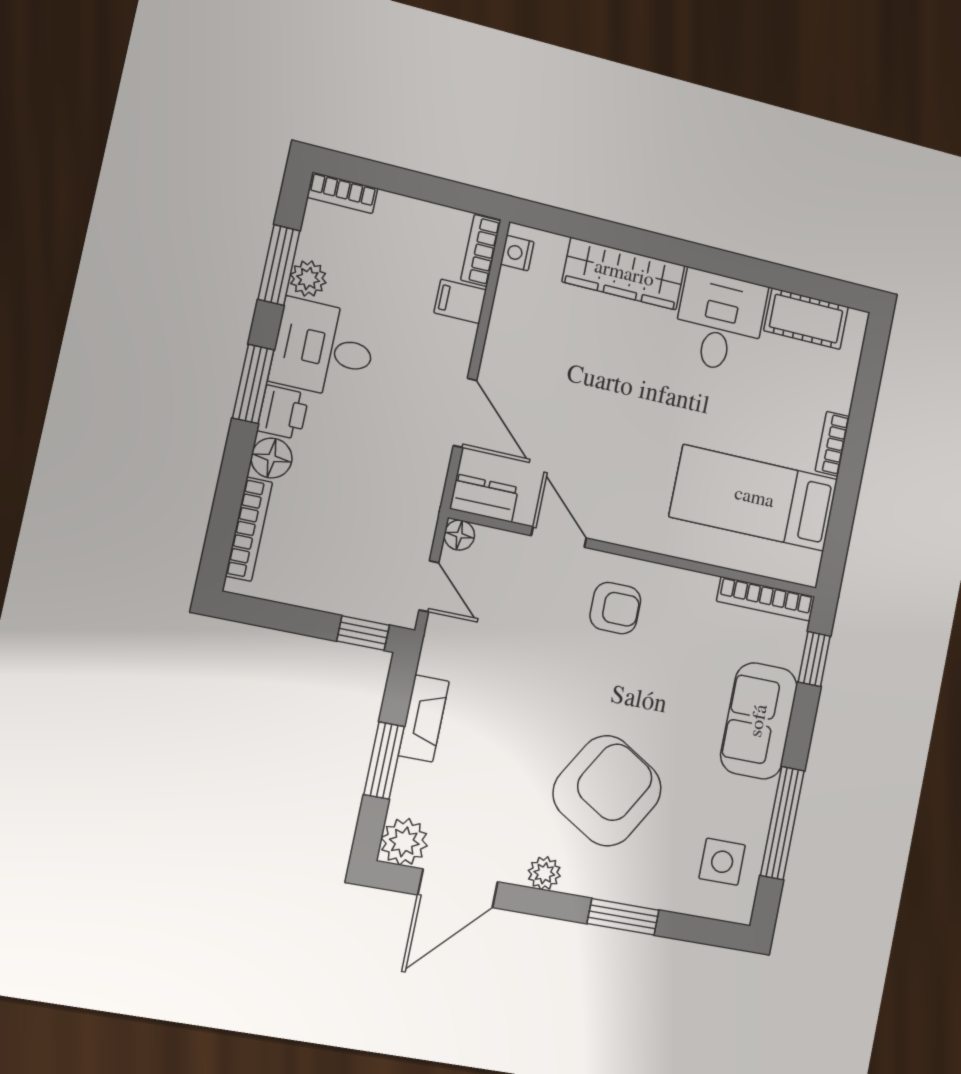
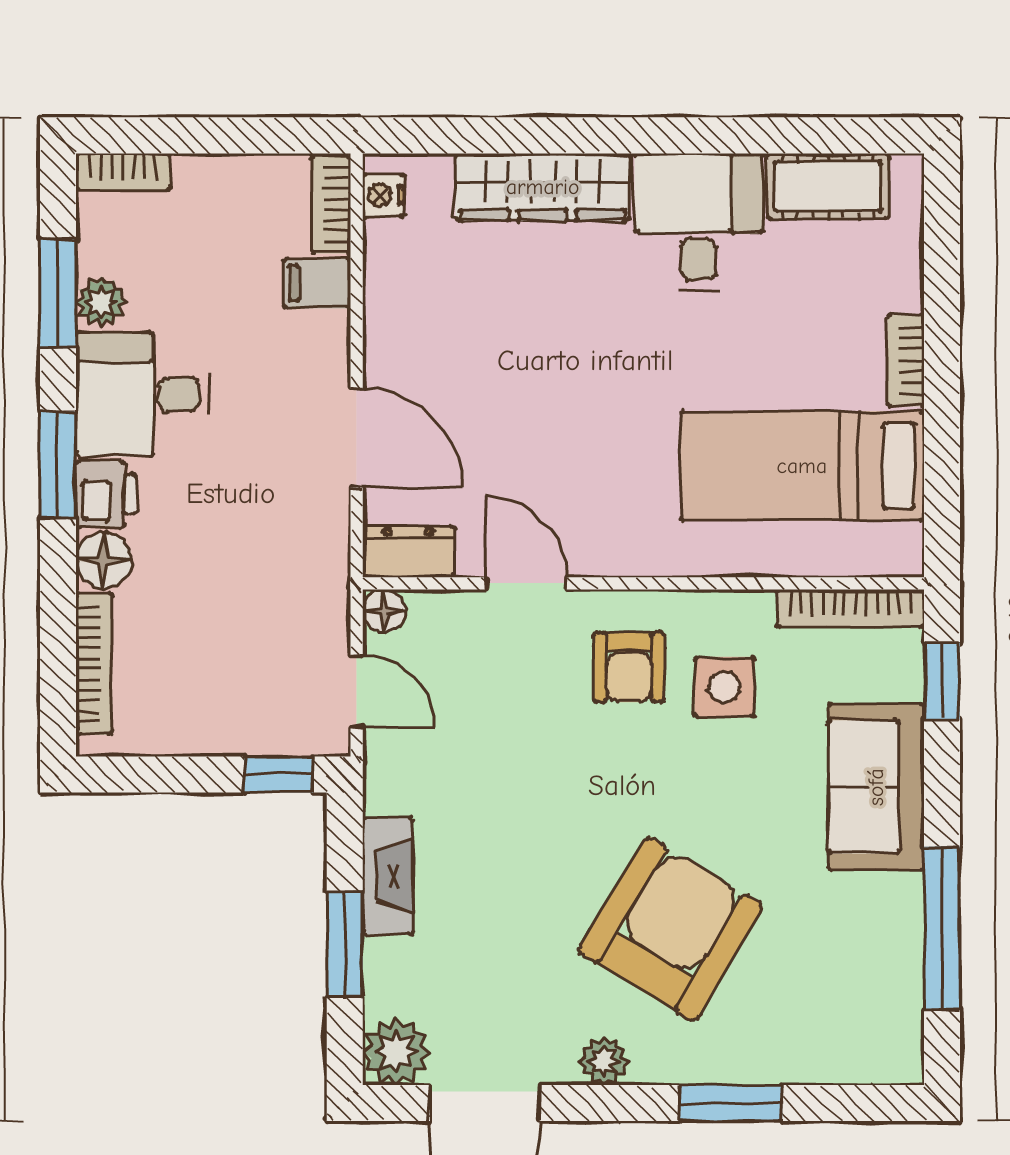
armchair: (615, 608) -> (629, 667), turned 90
side table: (722, 862) -> (724, 687), moved

